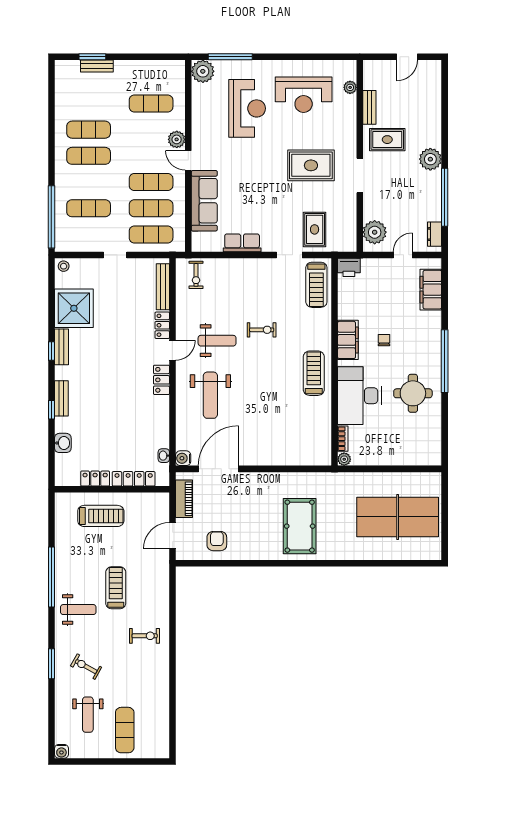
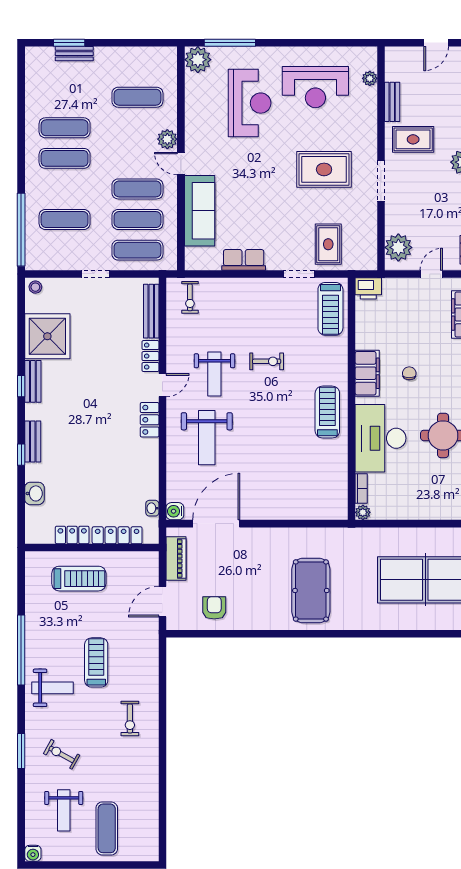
weight bench: (217, 341) -> (214, 374), turned 90
exercise bike: (145, 636) -> (130, 718), turned 90

